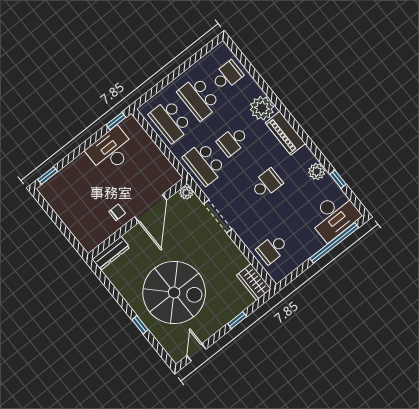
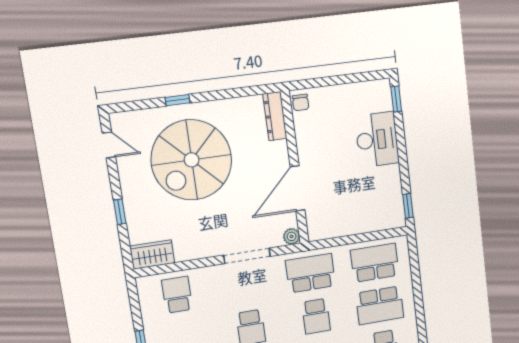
school desk: (199, 98) -> (380, 305), turned 180
school desk: (233, 141) -> (316, 316), turned 180
desk: (111, 150) -> (377, 140), moved
door: (151, 208) -> (297, 188), hinge flipped
chair: (117, 212) -> (301, 102), moved

